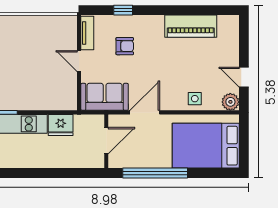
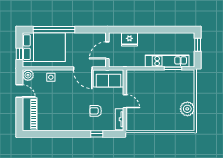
piano: (191, 26) -> (30, 114), moved, turned 90
door: (145, 112) -> (83, 68), hinge flipped
fridge: (61, 125) -> (129, 39), moved, turned 180
window: (244, 135) -> (19, 54), added
window: (155, 173) -> (54, 30), moved

